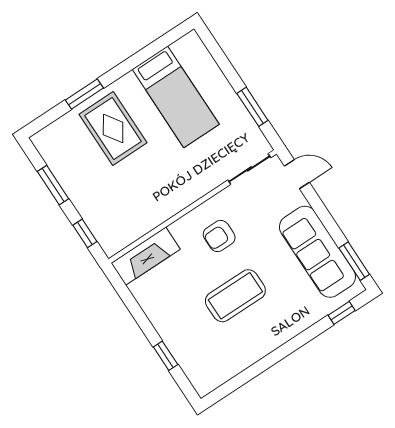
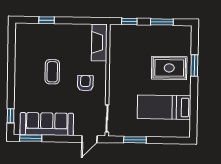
coffee table: (235, 296) -> (52, 72), width x0.73, depth x0.76

